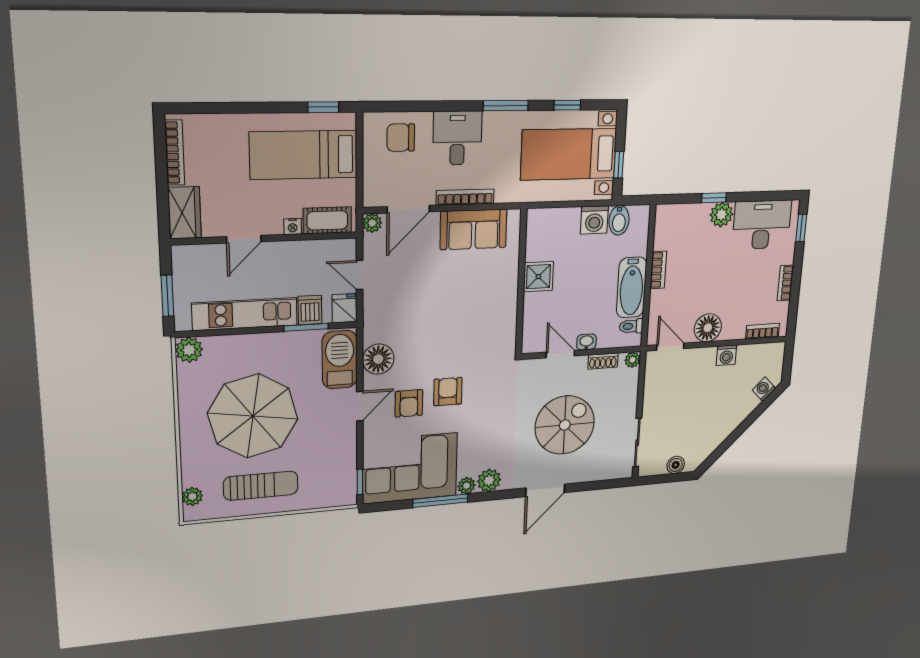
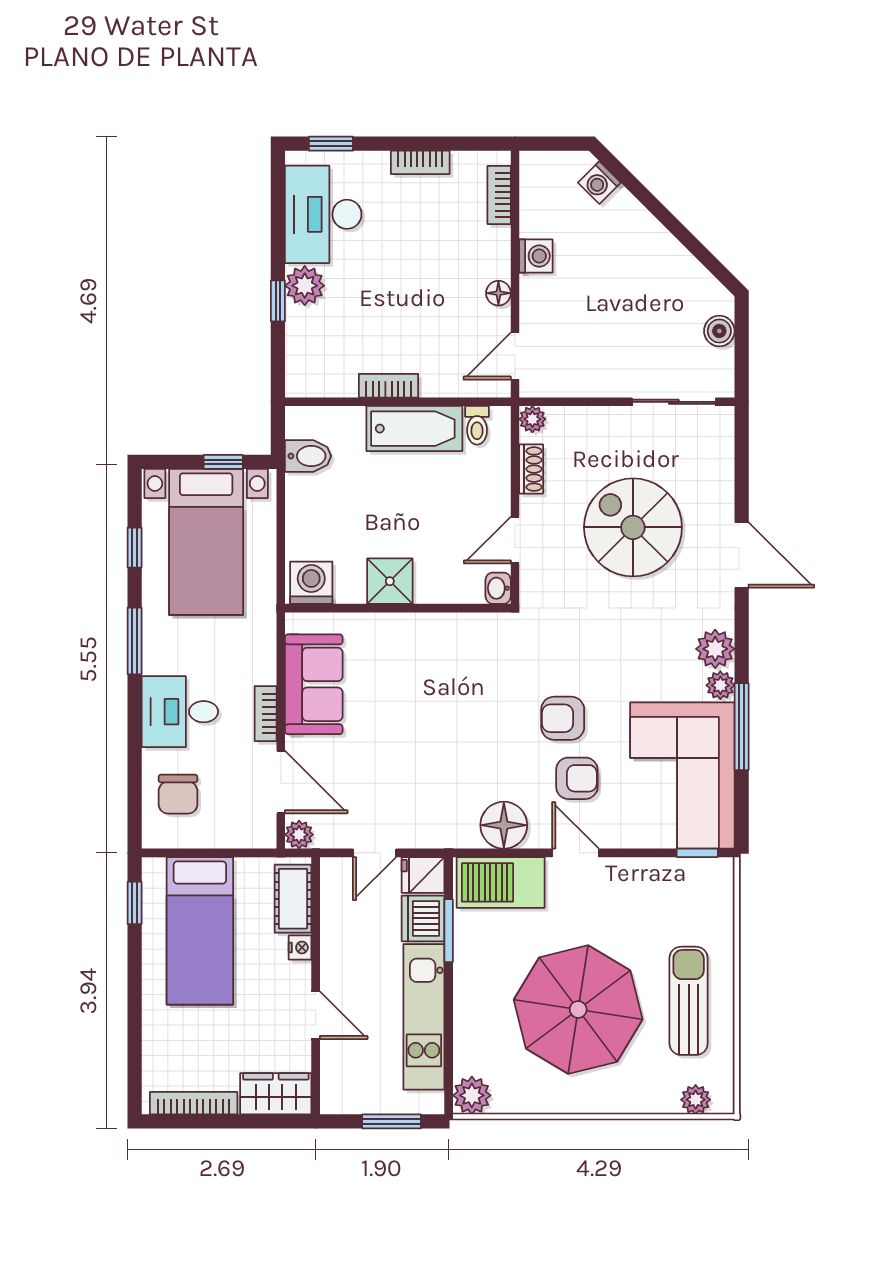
bookcase: (465, 197) -> (266, 714), width x0.64
washing machine: (594, 220) -> (311, 583), moved, turned -90
dishwasher: (310, 310) -> (423, 918), width x1.38
floor lamp: (708, 328) -> (498, 293), width x0.53, depth x0.53
washbasin: (586, 342) -> (498, 588), moved

